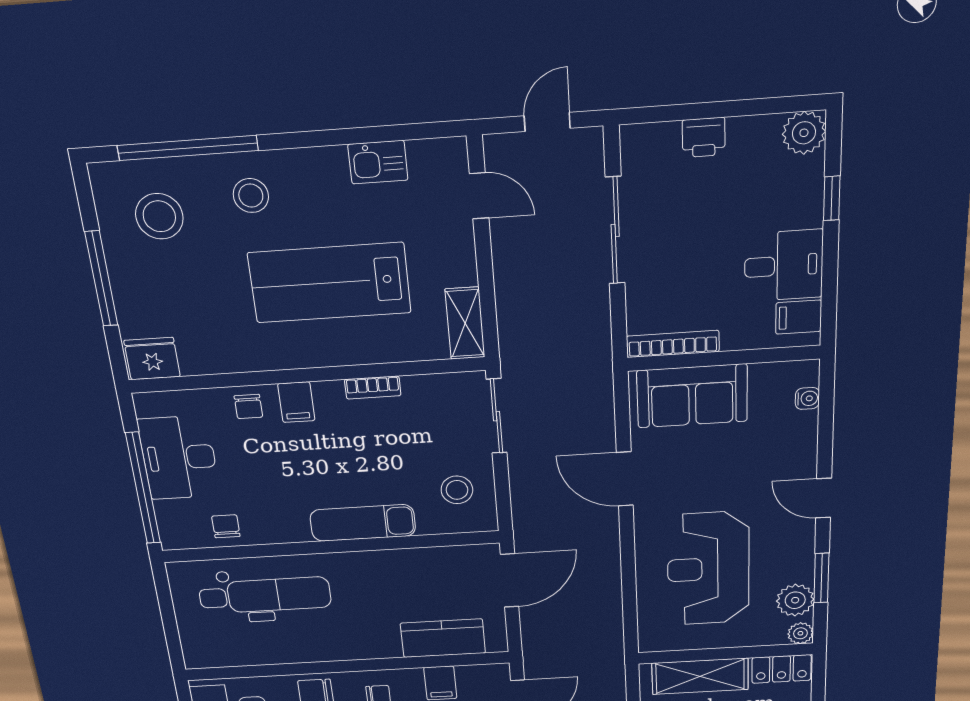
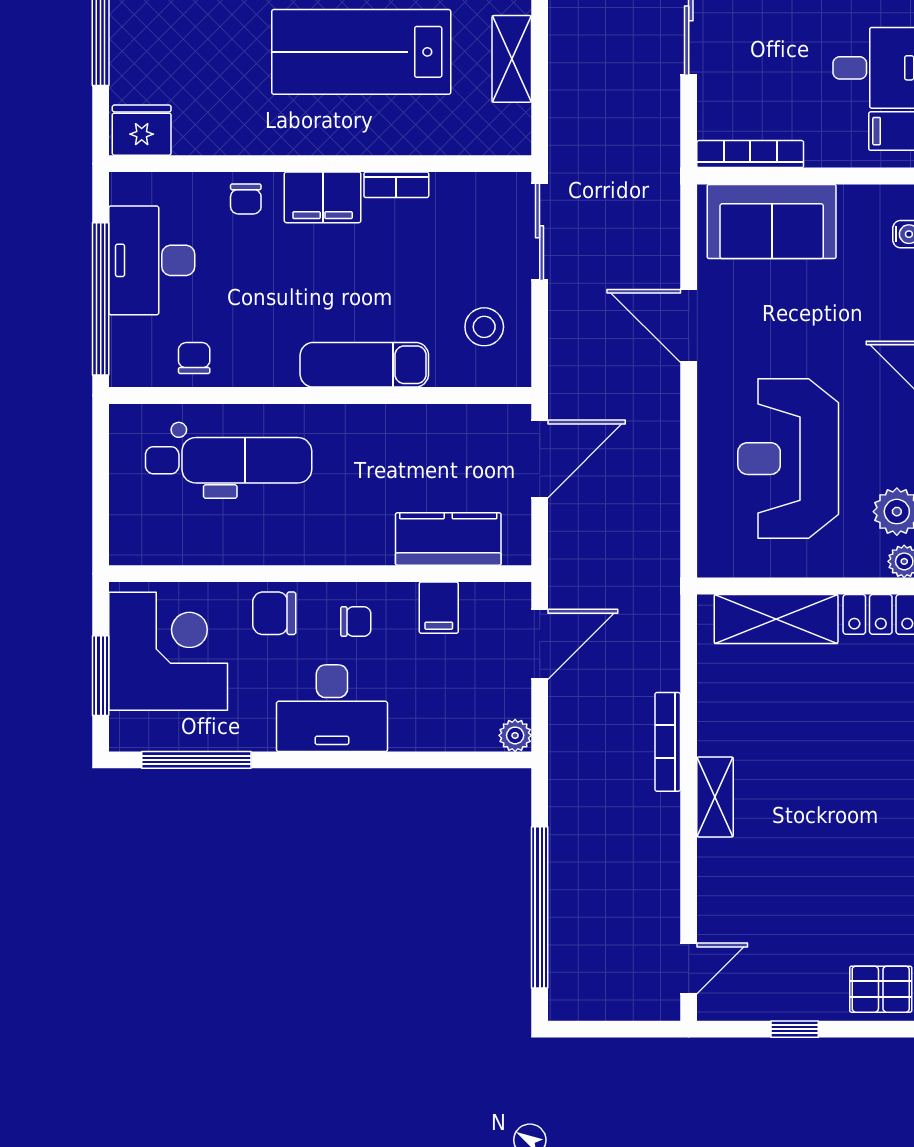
shelving: (465, 323) -> (512, 59), moved
filing cabinet: (296, 402) -> (323, 197), width x2.00

